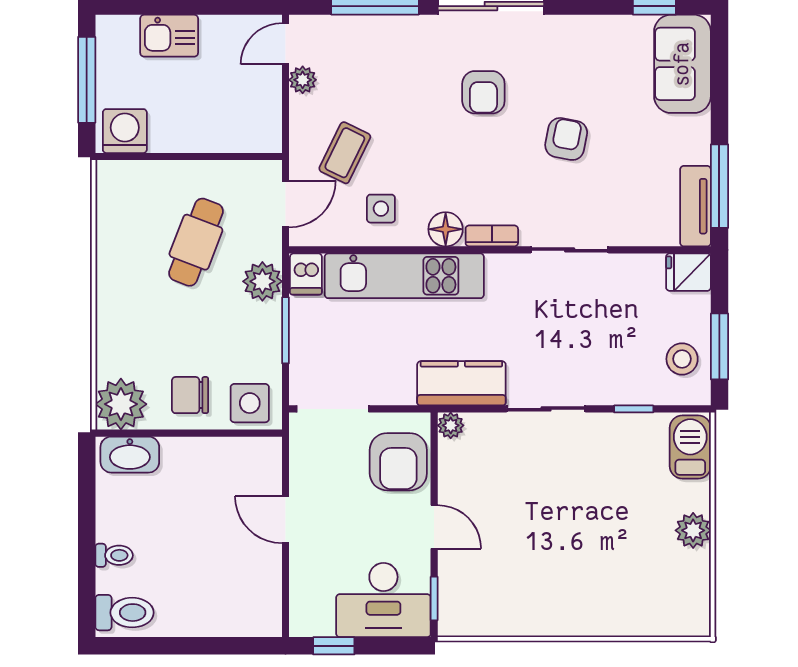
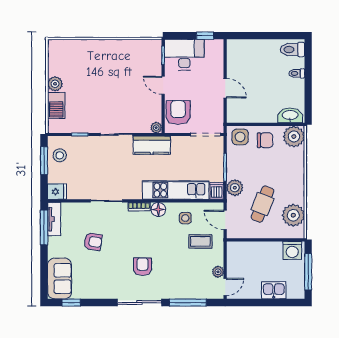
armchair: (566, 139) -> (93, 242), moved, turned -92
coffee table: (345, 153) -> (200, 241), turned 64
door: (286, 204) -> (225, 220), hinge flipped
plant: (122, 215) -> (293, 215), added
barbecue: (690, 447) -> (56, 105), moved

